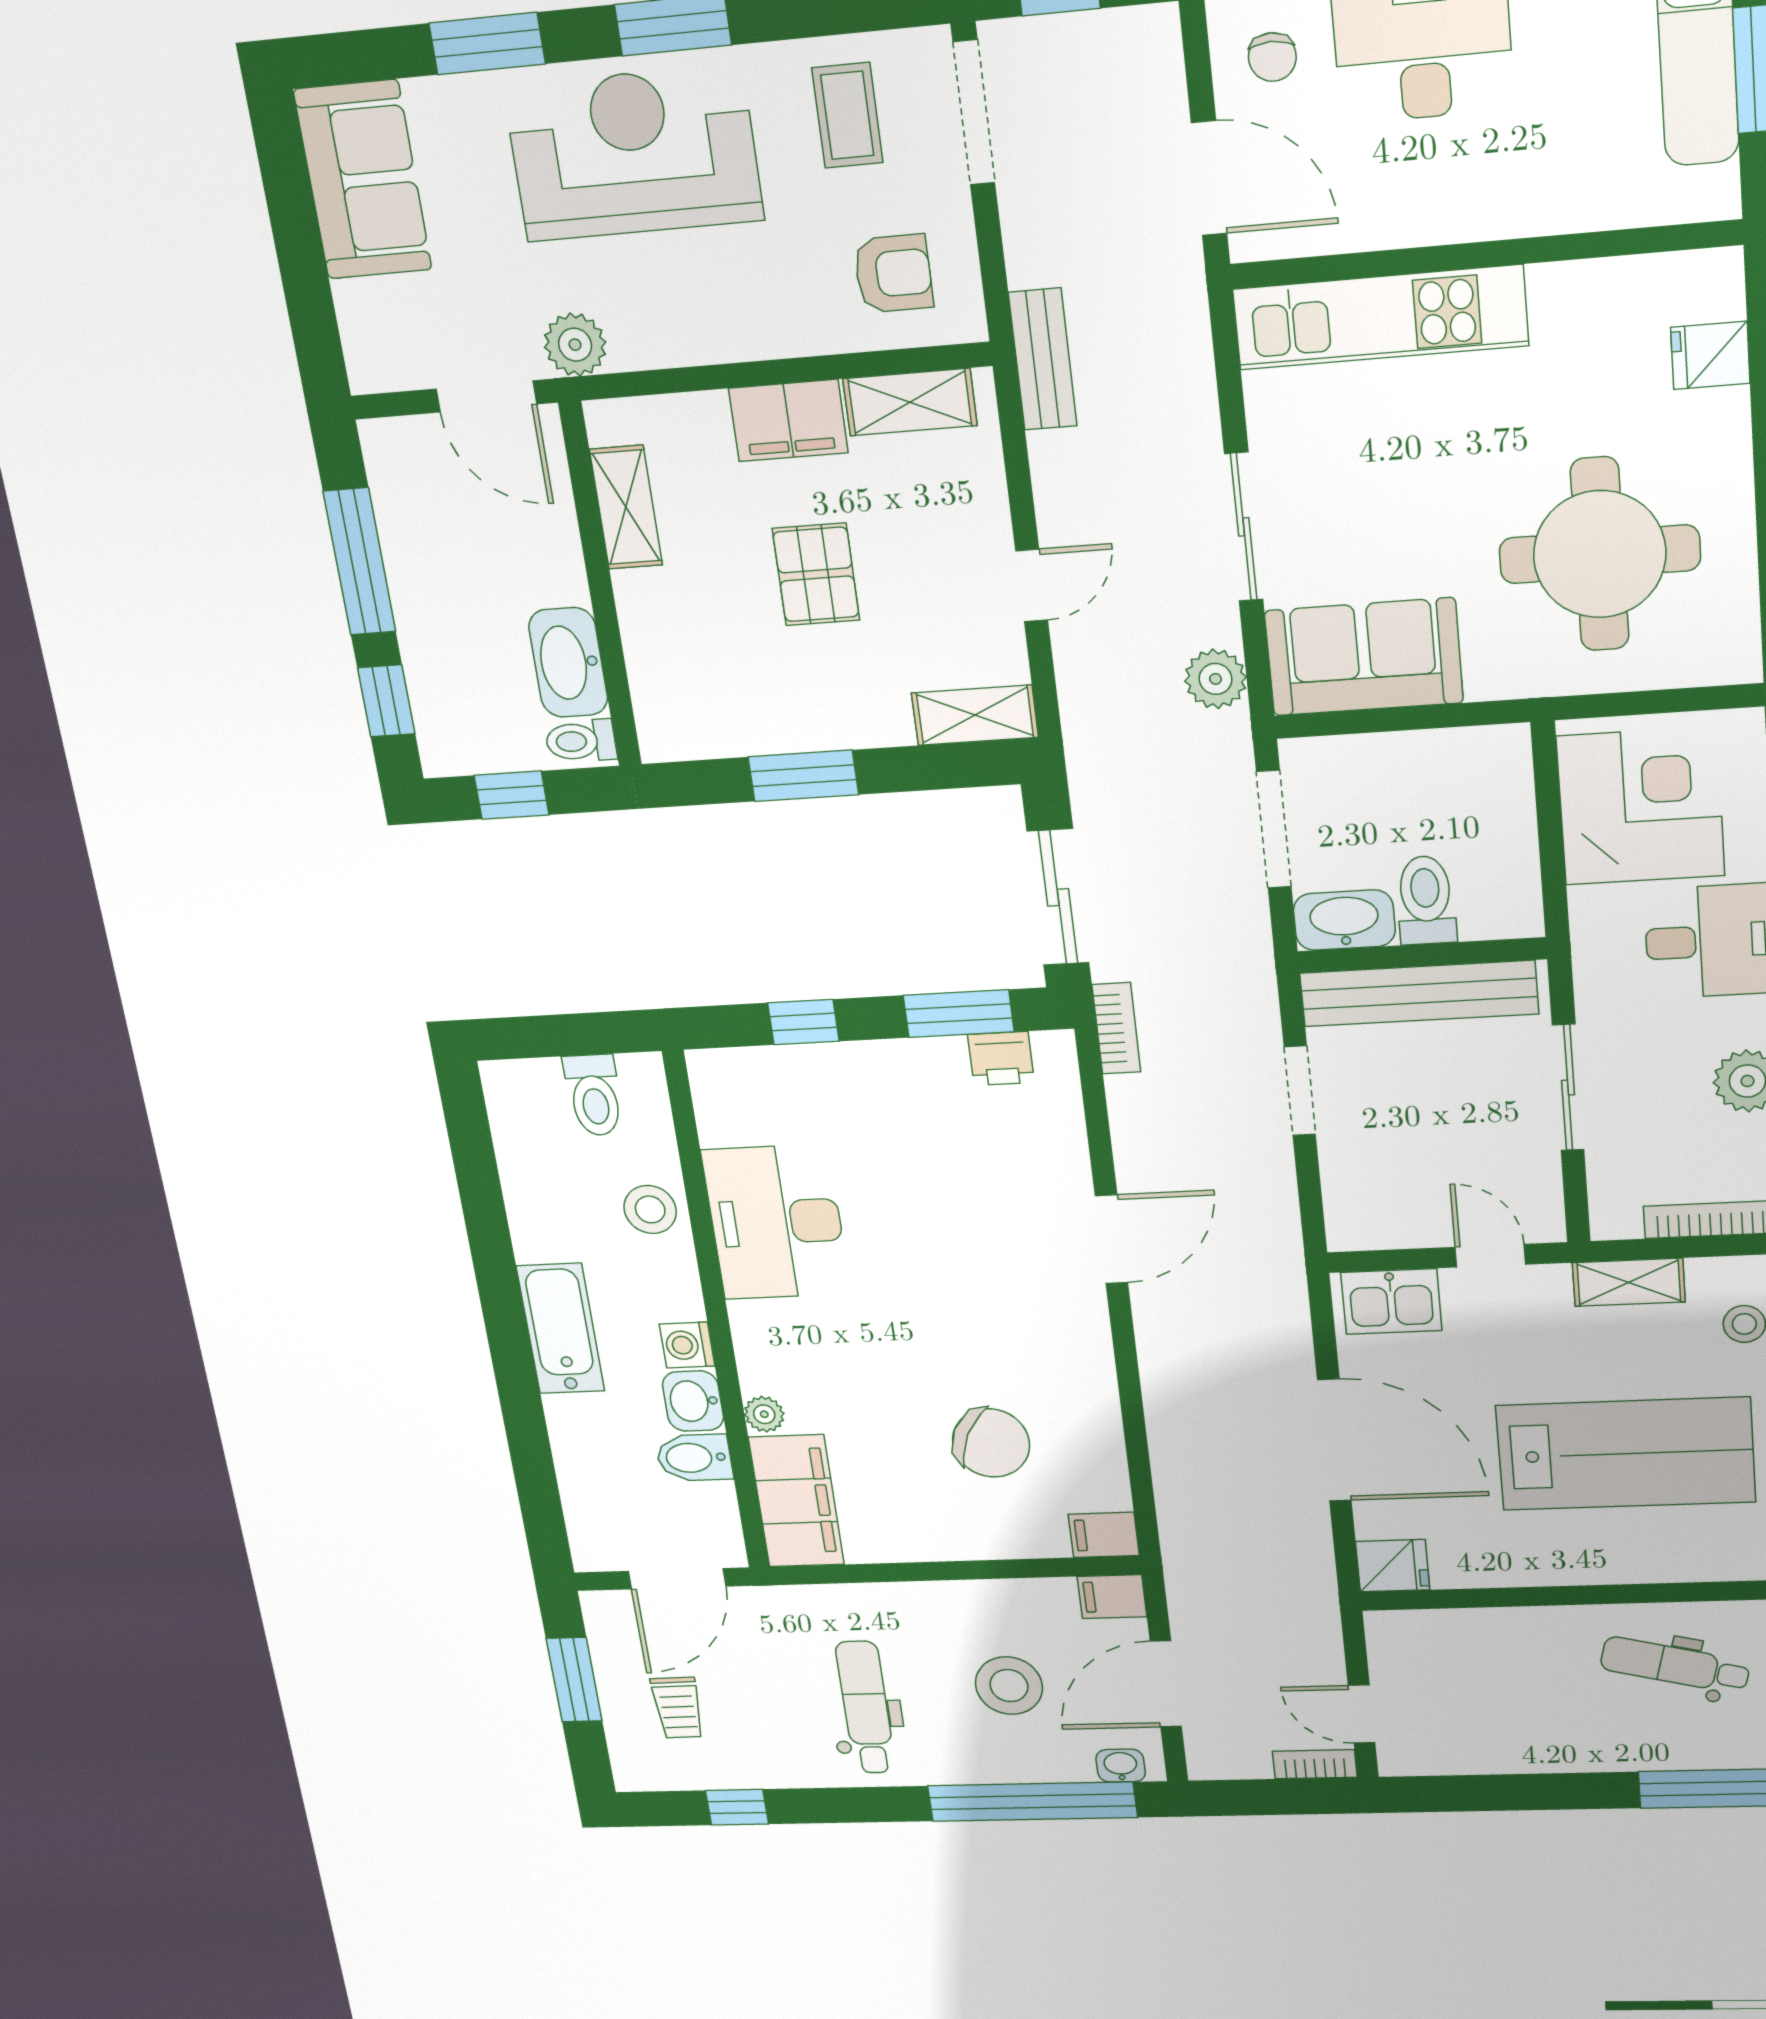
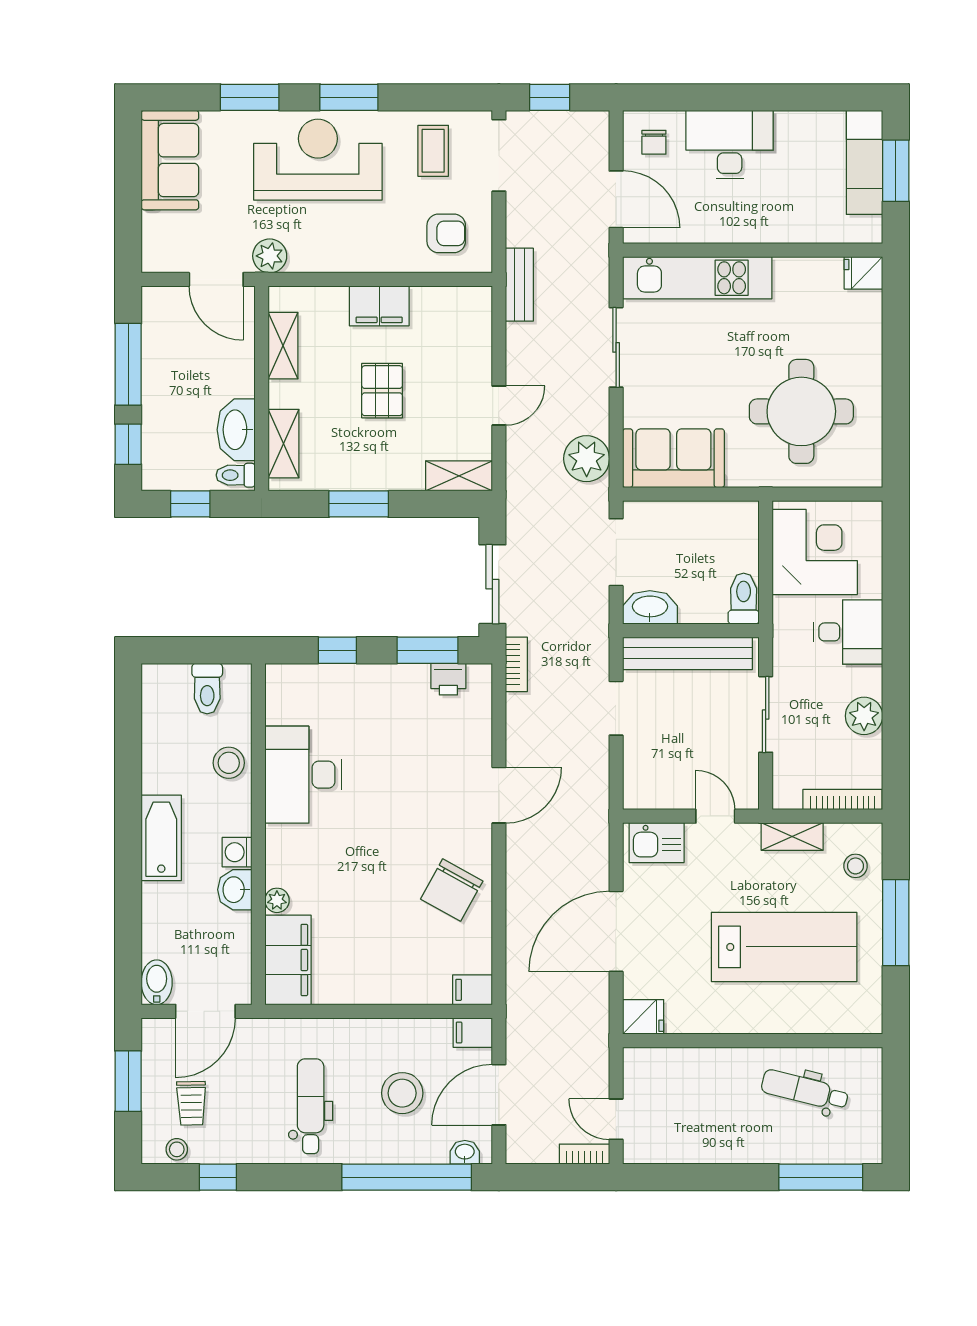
fridge: (1710, 355) -> (863, 273), moved
shelving: (910, 402) -> (283, 444), moved, turned 90
sliding door: (1244, 527) -> (616, 347), moved
plant: (1216, 679) -> (587, 459), width x1.36, depth x1.36
toilet: (1426, 900) -> (744, 599), moved
door: (1334, 1440) -> (616, 931), swing flipped
chair: (991, 1443) -> (452, 890), moved, turned 93
bidet: (694, 1458) -> (157, 982), moved, turned 90
stool: (667, 1771) -> (177, 1149), added

